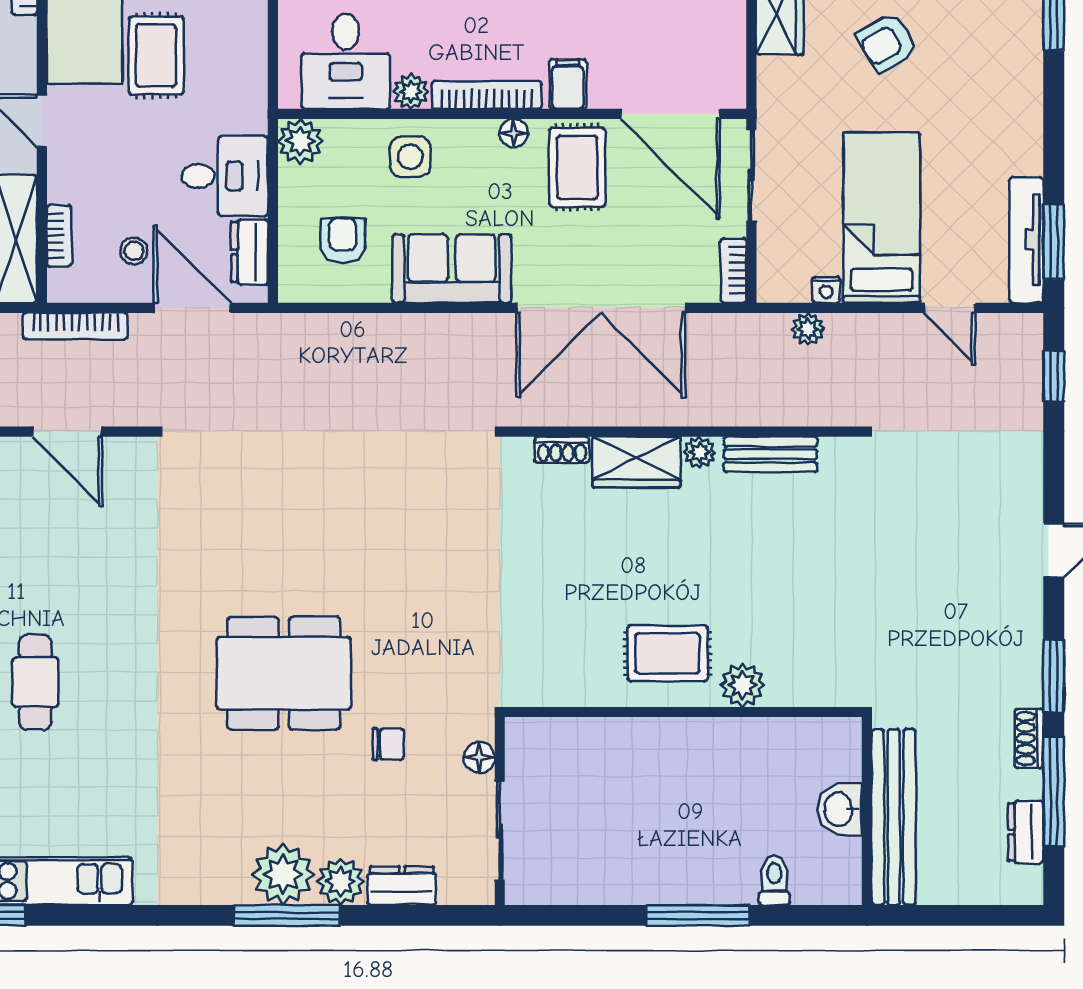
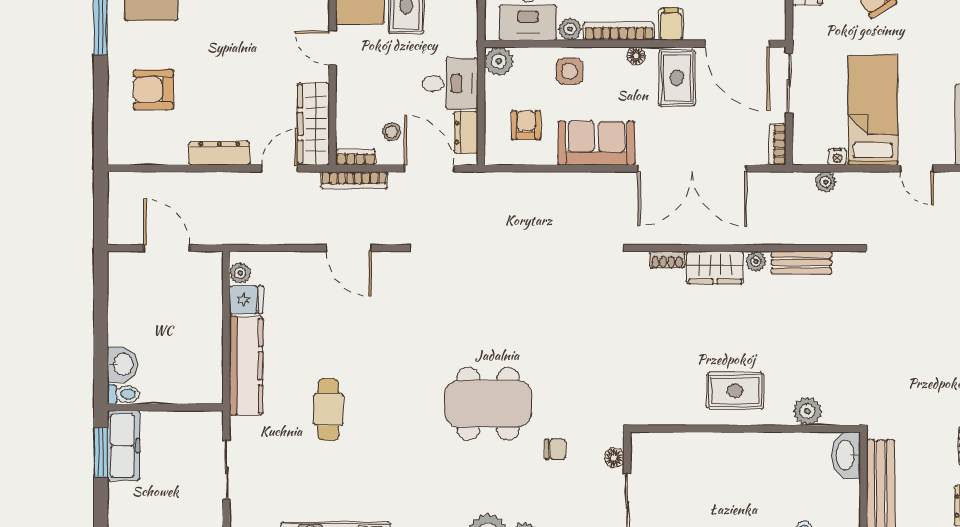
bookcase: (59, 236) -> (356, 157), moved, turned -90
plant: (743, 685) -> (807, 411), moved
washbasin: (840, 809) -> (846, 455), moved, width x1.38

